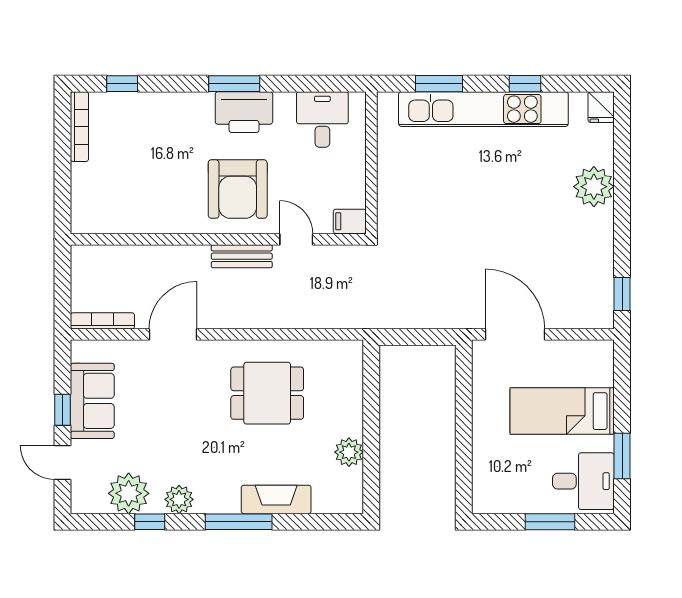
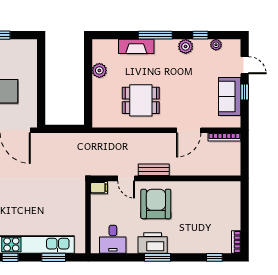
bookcase: (79, 127) -> (236, 242), width x0.64
plant: (129, 493) -> (216, 45), width x0.53, depth x0.53

